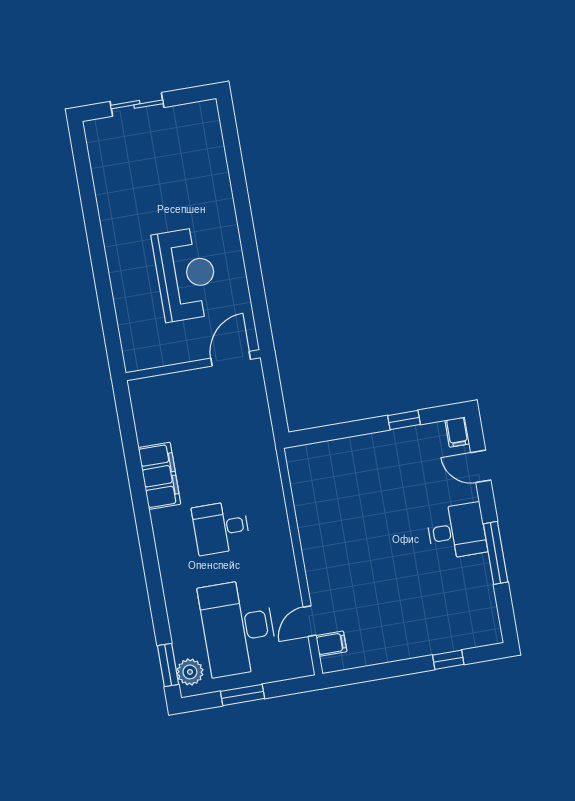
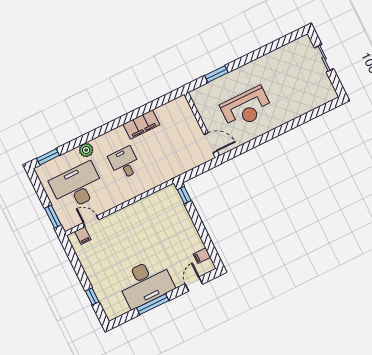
window: (107, 311) -> (216, 74), added
window: (404, 420) -> (184, 195), moved
filing cabinet: (457, 432) -> (202, 256), moved
desk: (457, 531) -> (145, 283), width x1.87, depth x1.30
plant: (190, 672) -> (86, 150), moved
window: (242, 695) -> (53, 217), moved

